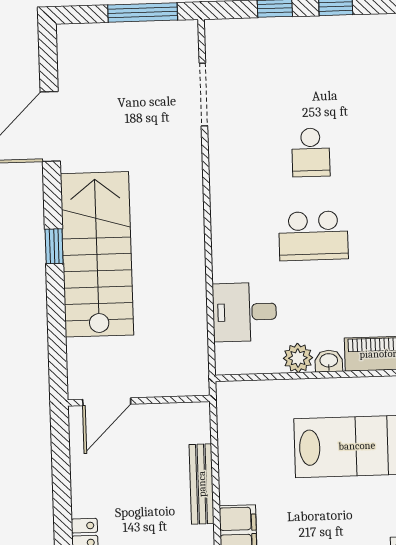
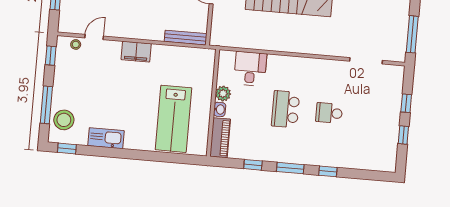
bench: (202, 484) -> (186, 38), moved

